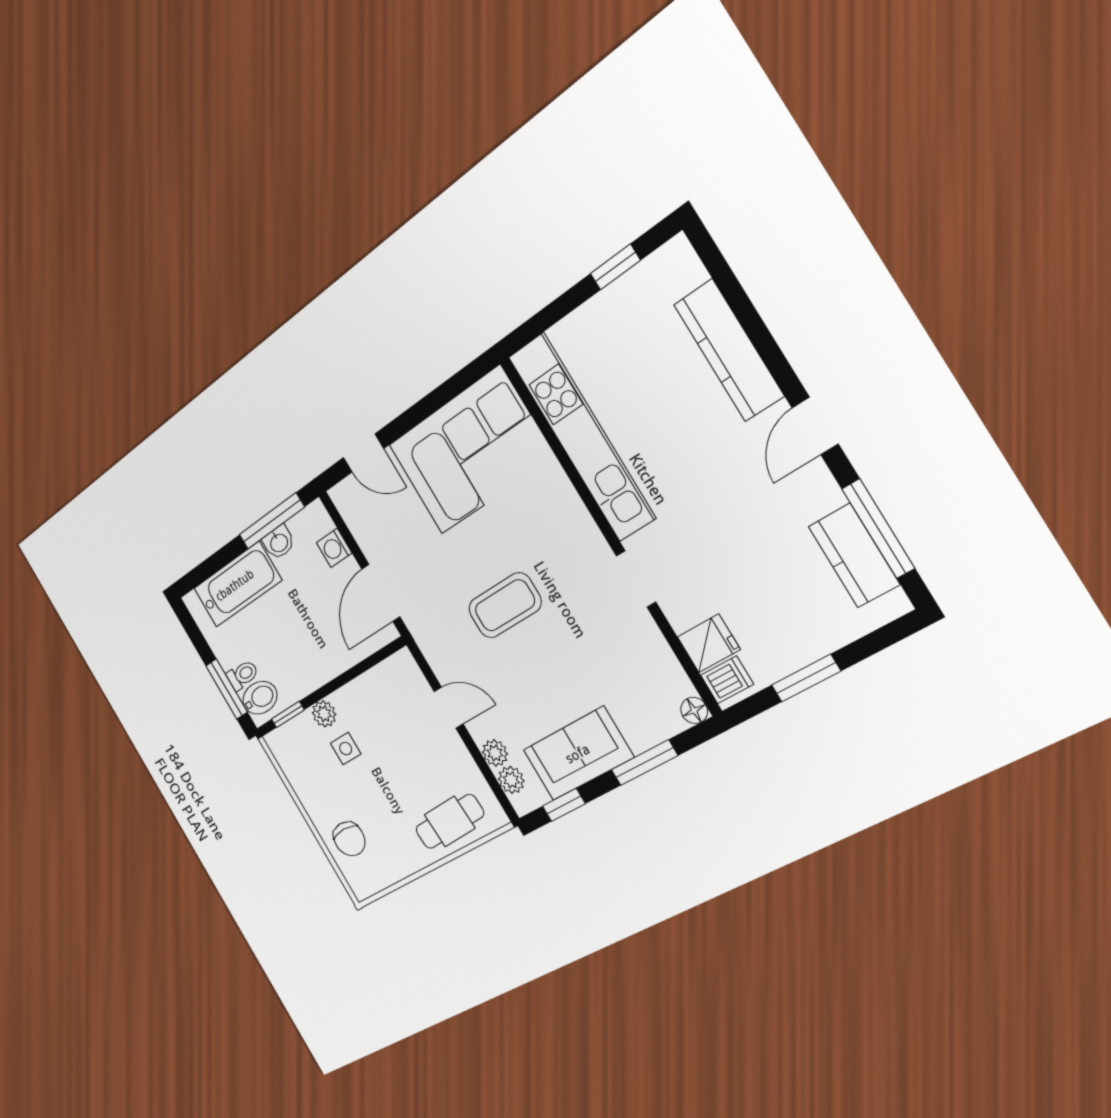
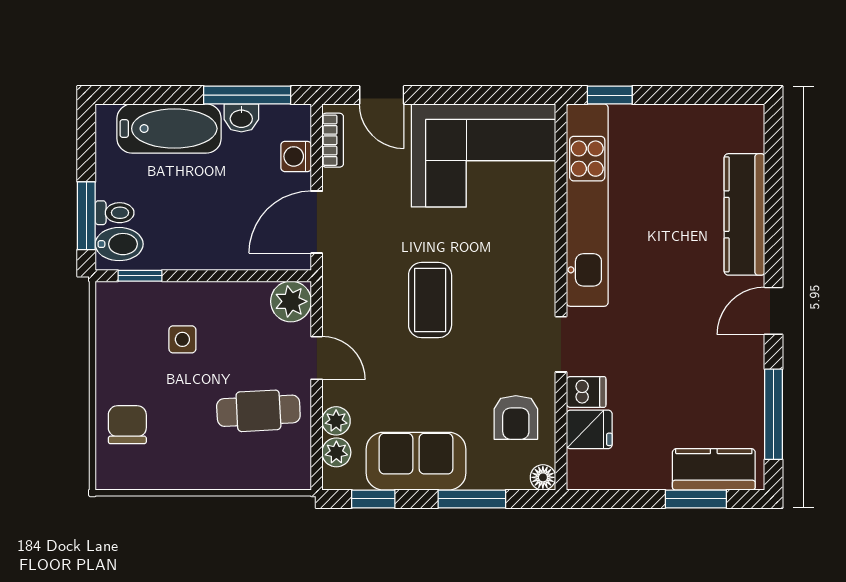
window: (615, 267) -> (610, 95), moved
bookcase: (351, 516) -> (333, 140), added
kitchen counter: (854, 555) -> (714, 469), moved, turned 90
coffee table: (505, 605) -> (430, 300), turned 90
armchair: (638, 669) -> (516, 418), added
window: (806, 678) -> (696, 499), moved
dishwasher: (727, 680) -> (586, 392), moved
plant: (324, 714) -> (291, 301), moved, width x1.38, depth x1.38
cafe table: (450, 821) -> (258, 411), moved
chair: (349, 839) -> (127, 425), turned 180

